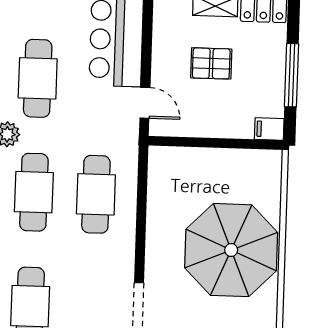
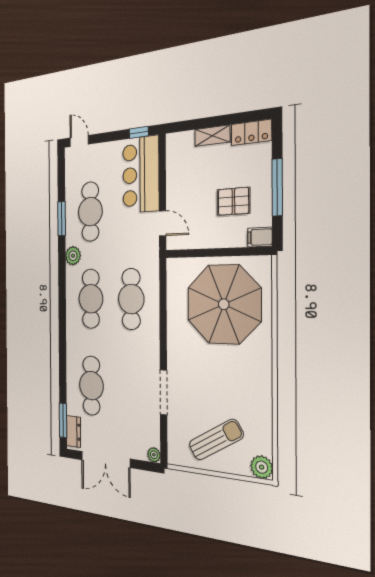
pallet: (211, 63) -> (233, 201), moved
parasol: (231, 250) -> (224, 304), moved

